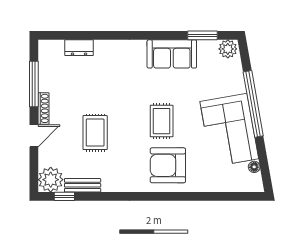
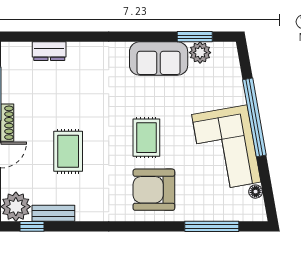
plant: (228, 49) -> (200, 53), moved
window: (217, 196) -> (212, 226), added

